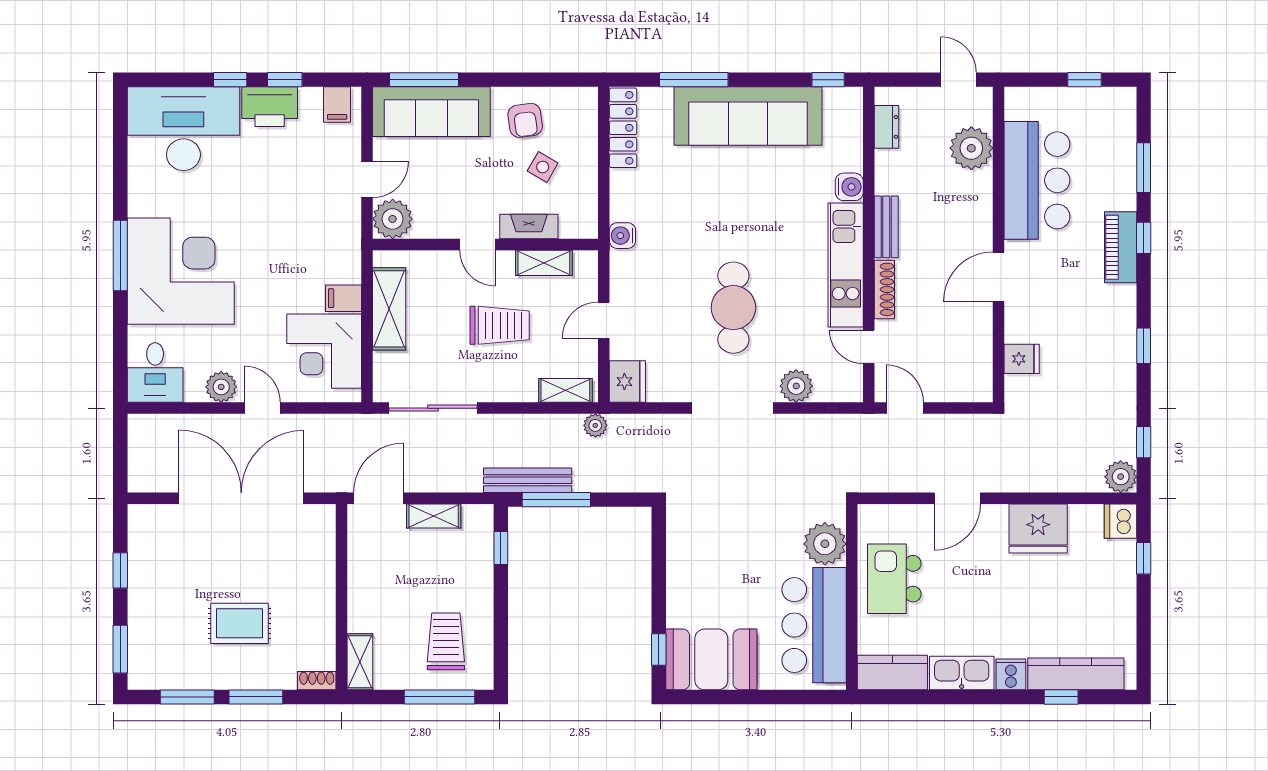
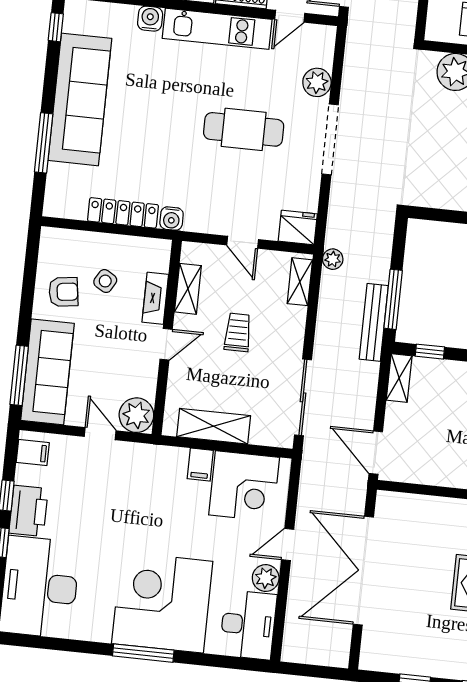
locker: (623, 128) -> (123, 213), moved
trolley: (500, 325) -> (238, 332), width x0.73, depth x0.72
desk: (155, 372) -> (248, 625), width x1.37
shelving: (434, 516) -> (399, 378), moved

